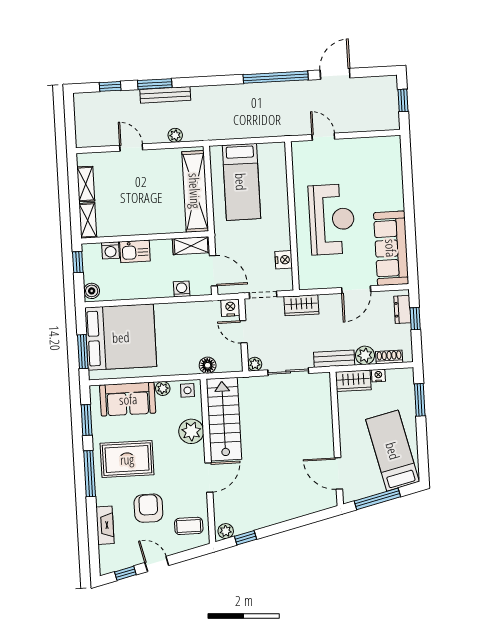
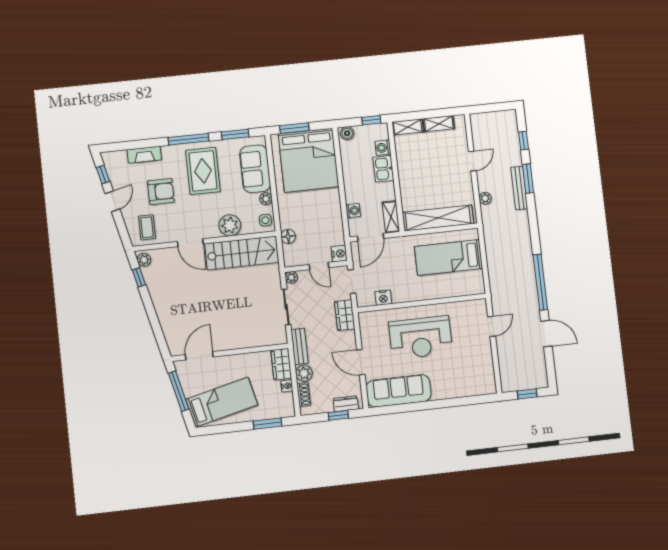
door: (243, 332) -> (319, 266), swing flipped

